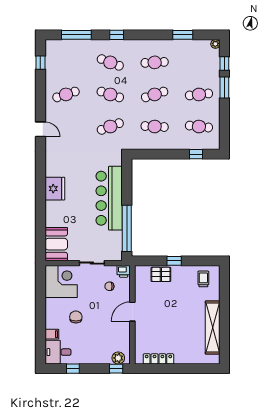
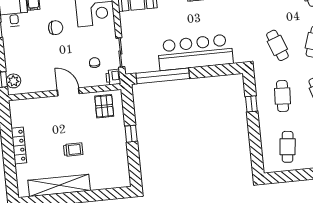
window: (196, 154) -> (251, 104), moved
sliding door: (92, 263) -> (120, 52), moved
pallet: (161, 274) -> (104, 106), moved
trolley: (203, 279) -> (73, 150), moved
locker: (158, 359) -> (19, 145), moved

